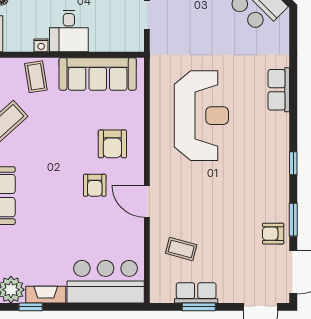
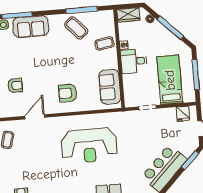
sofa: (98, 74) -> (110, 87), width x0.73
armchair: (95, 185) -> (15, 85), moved, turned 180

